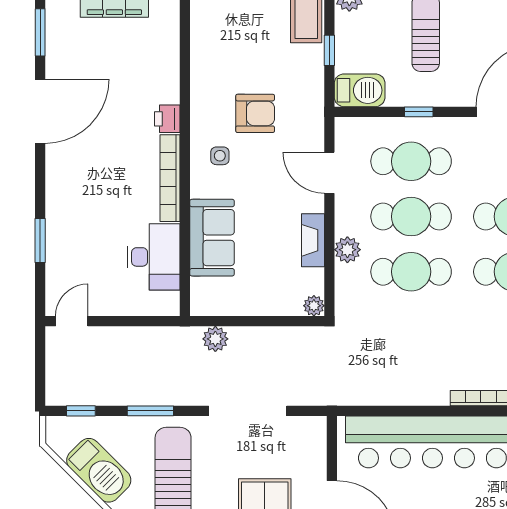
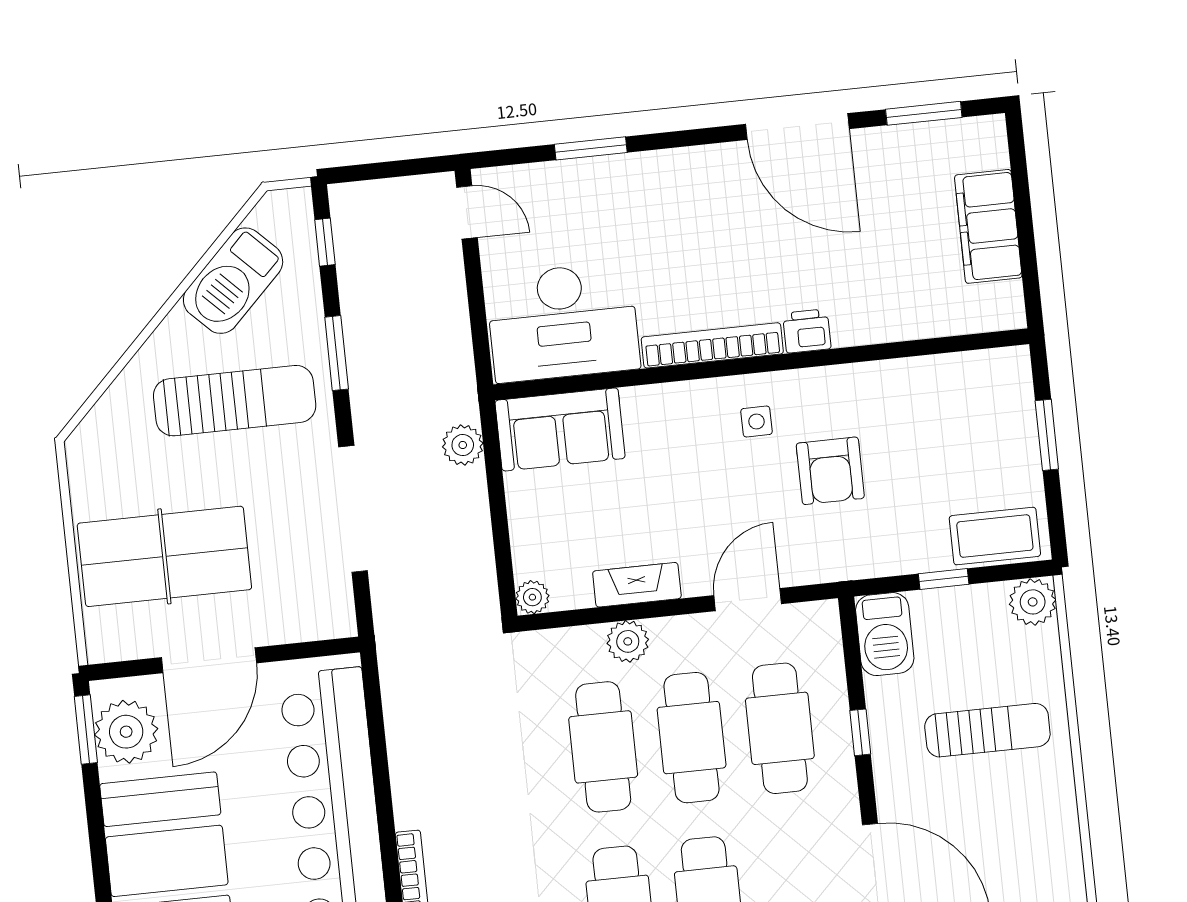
sofa: (212, 238) -> (560, 429), moved
desk: (154, 257) -> (563, 322), width x1.36, depth x1.30

